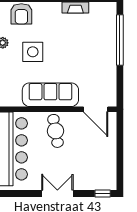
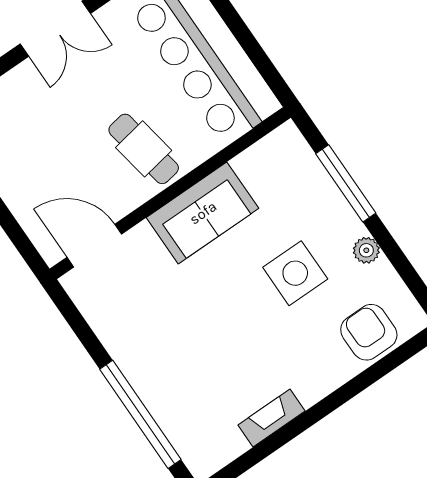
sofa: (50, 95) -> (203, 213), width x0.73

